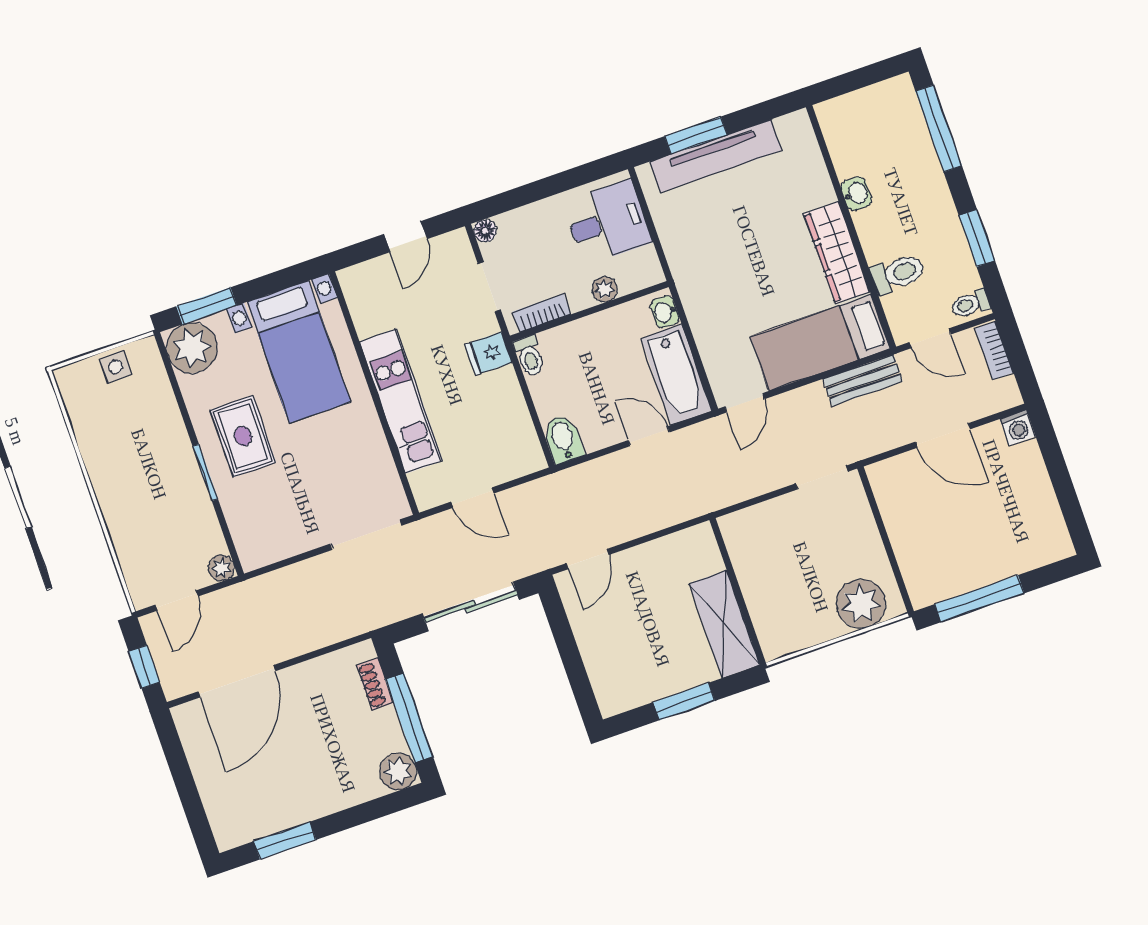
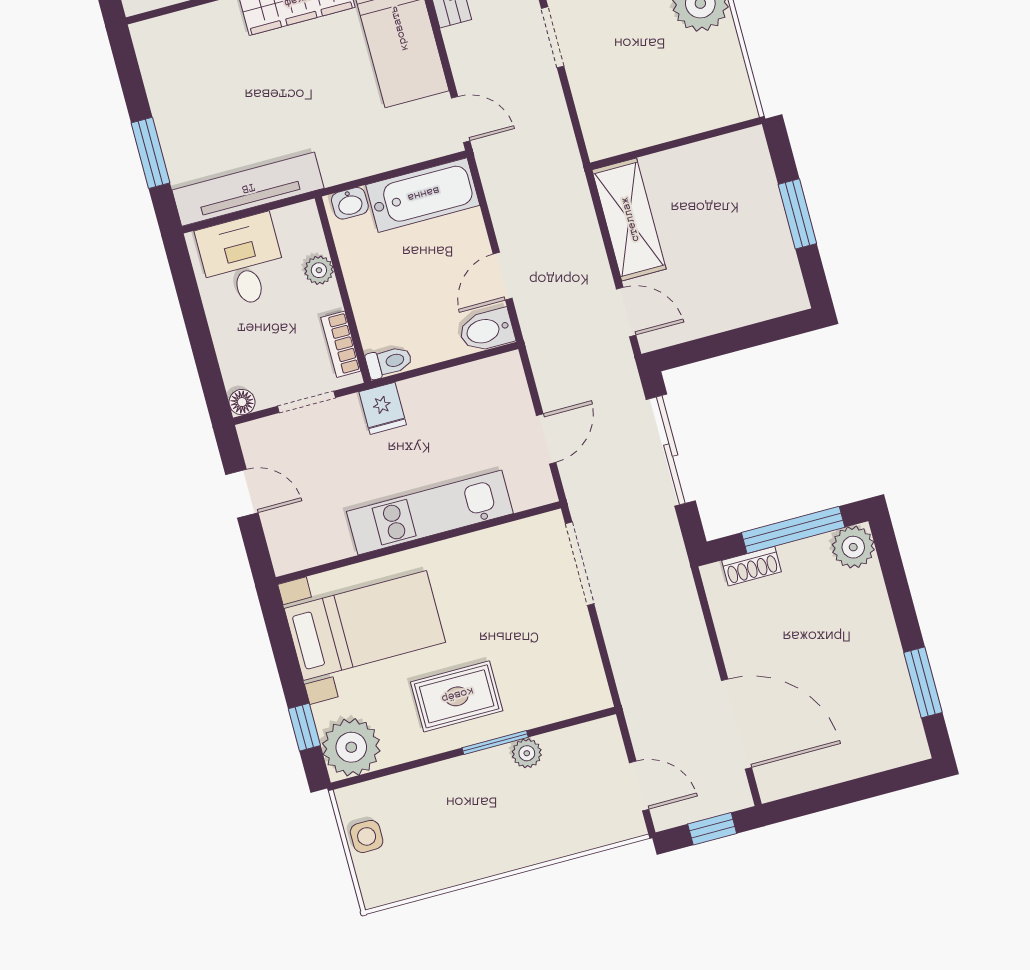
tv unit: (716, 156) -> (248, 189), moved, turned -90
window: (207, 306) -> (304, 727), width x0.67
door: (649, 436) -> (503, 276), moved
plant: (221, 568) -> (527, 753), moved
shelving: (724, 624) -> (629, 219), moved, turned 90

